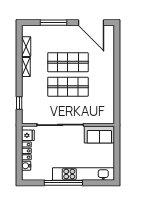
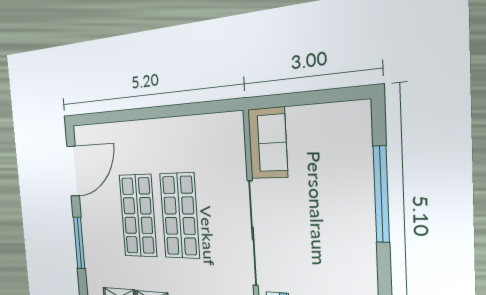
kitchen unit: (83, 174) -> (359, 178), removed
window: (63, 183) -> (381, 194), moved

